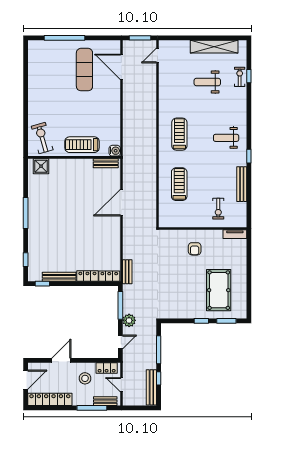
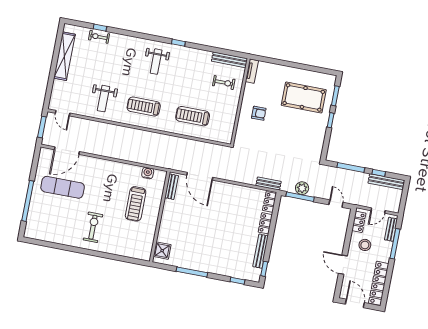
weight bench: (207, 82) -> (103, 99), moved
exercise bike: (42, 138) -> (93, 227), moved, turned 106
wall: (74, 157) -> (160, 217), moved
bench: (106, 163) -> (171, 187), moved
shower: (41, 166) -> (162, 251), moved
bench: (242, 184) -> (229, 60), moved
plant: (129, 320) -> (302, 188), moved

